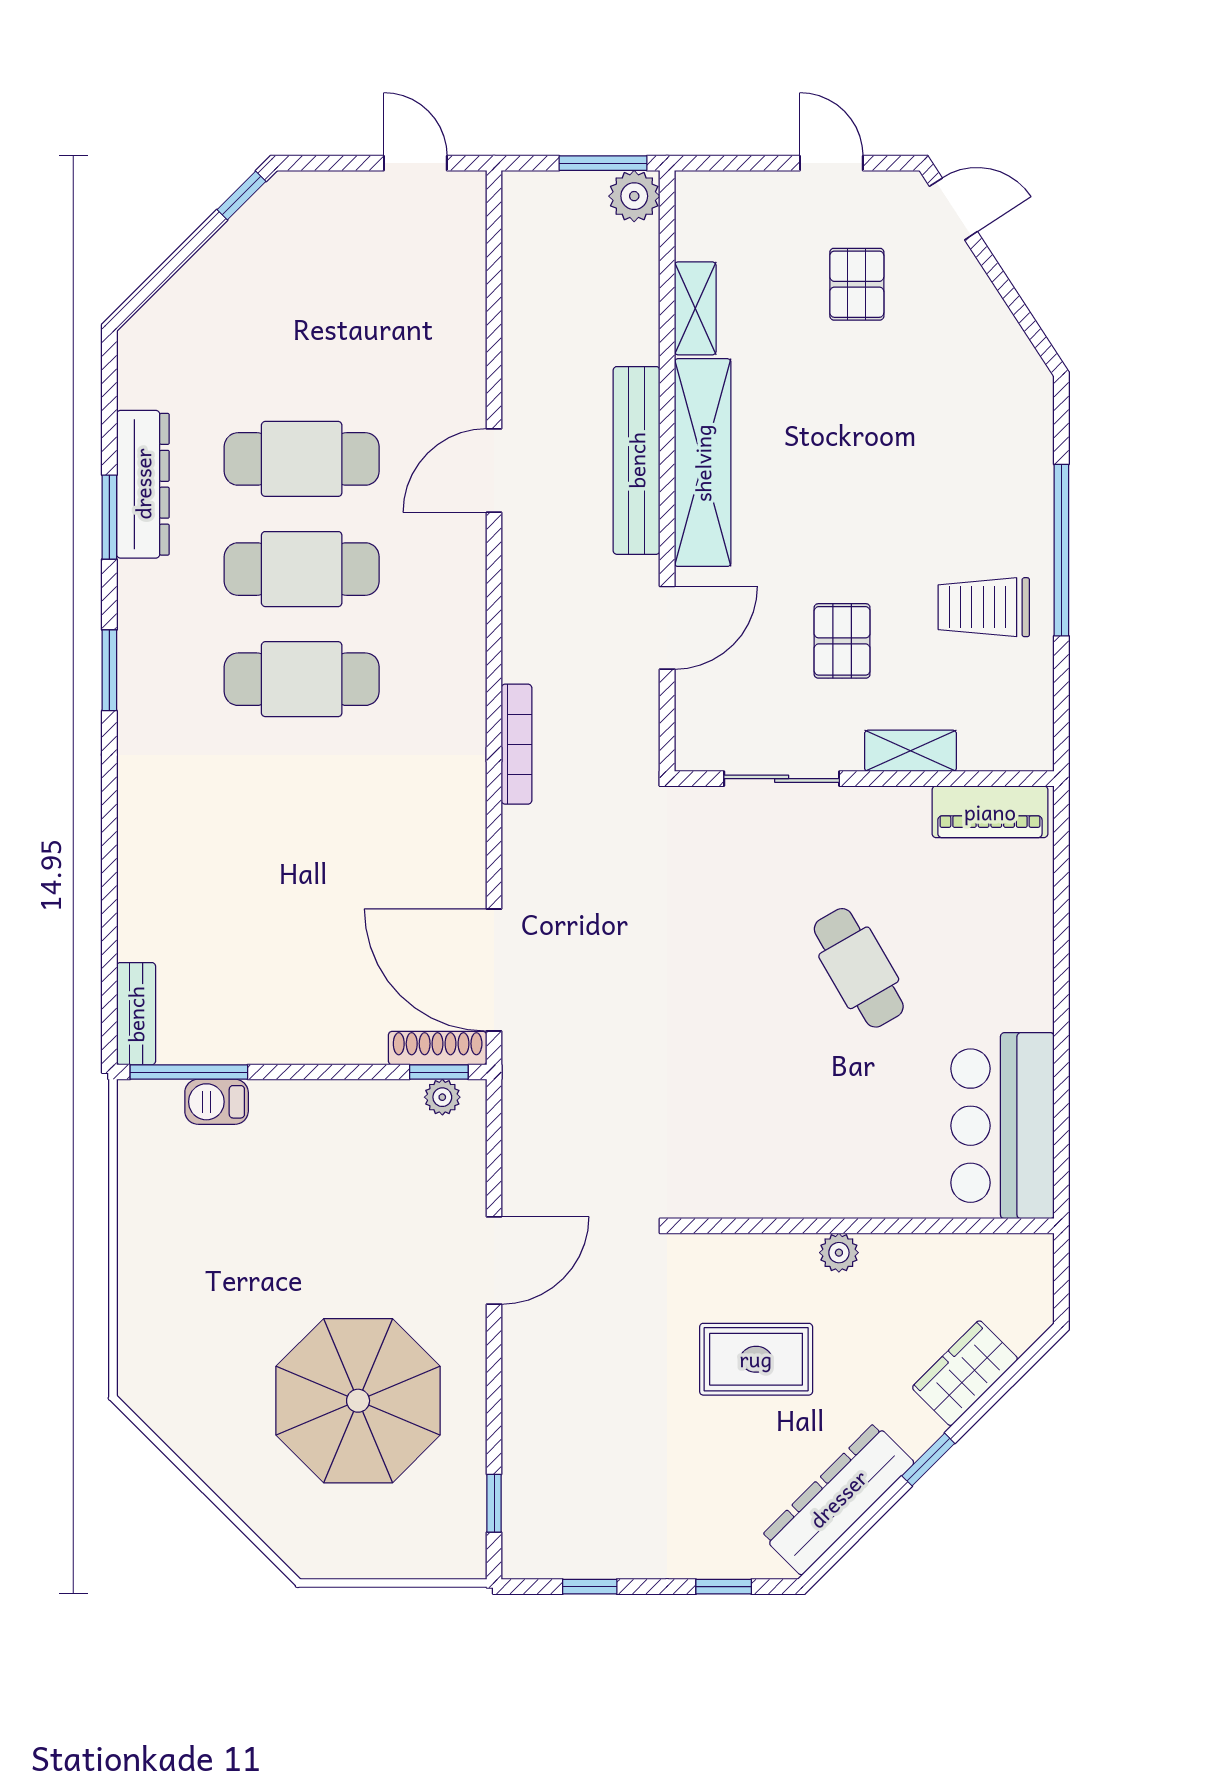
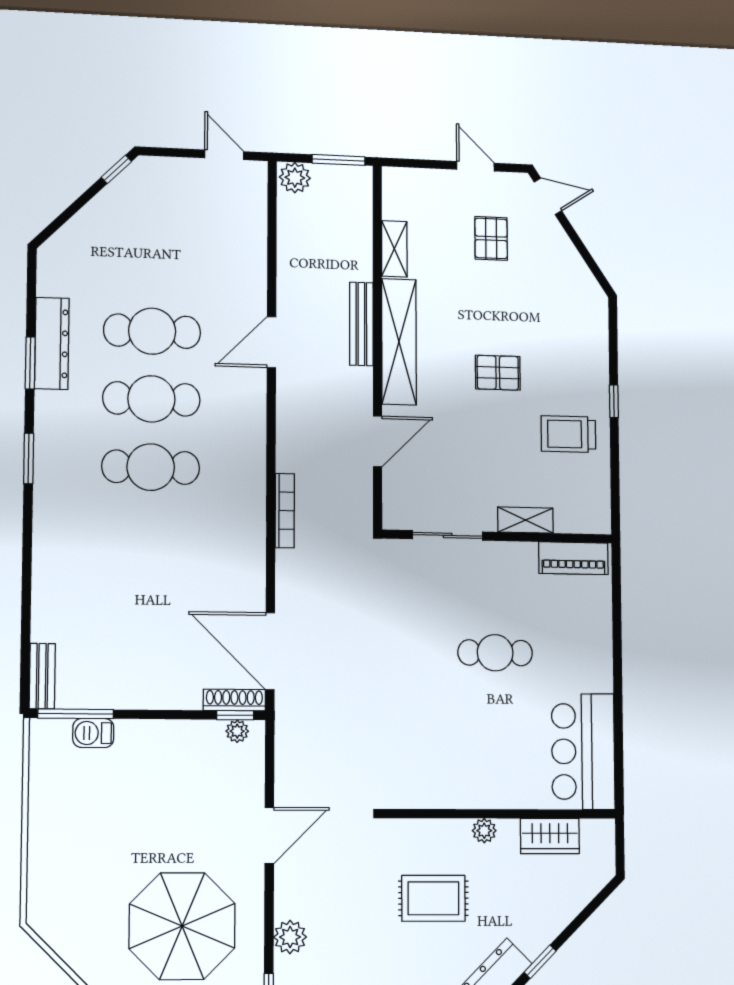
plant: (634, 196) -> (295, 178), moved
bench: (637, 460) -> (361, 324), width x0.73, depth x0.82
window: (1061, 550) -> (614, 401), width x0.32
pallet: (842, 641) -> (498, 373), moved, turned 90
cafe table: (859, 968) -> (495, 653), turned -60
wardrobe: (965, 1373) -> (550, 836), moved, turned -135
plant: (527, 1419) -> (290, 937), added

